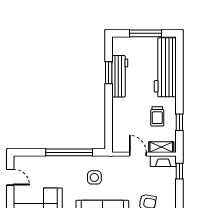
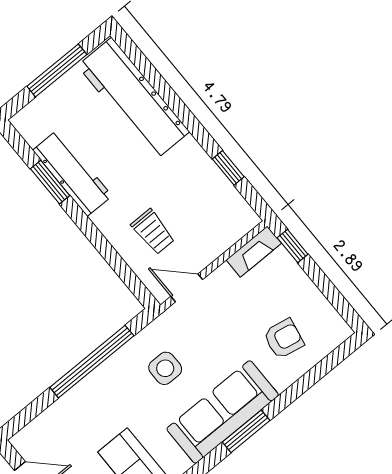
trolley: (157, 116) -> (153, 232), moved
shelving: (161, 147) -> (232, 231), removed
door: (138, 154) -> (187, 288), moved

